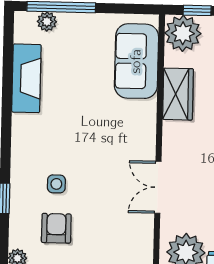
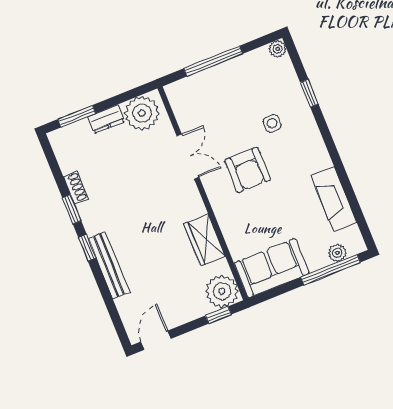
sofa: (136, 61) -> (272, 268), moved, turned -90
armchair: (56, 228) -> (248, 170), moved, width x1.38, depth x1.38

